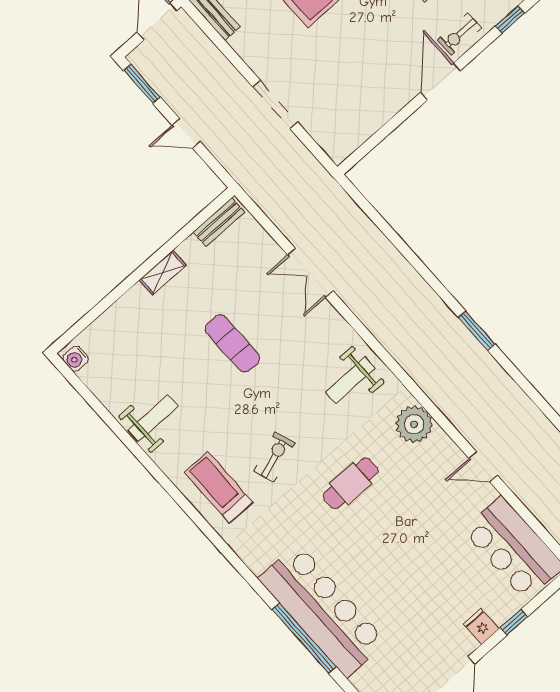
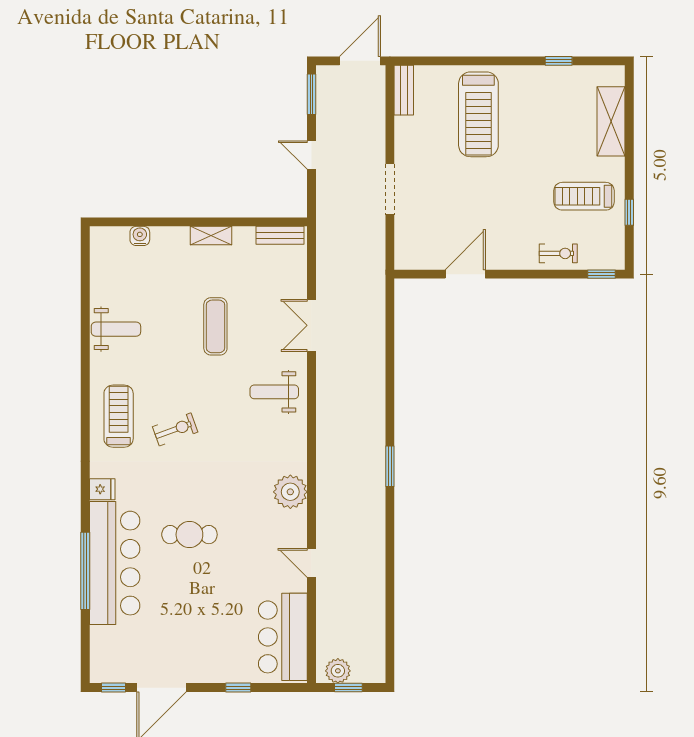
exercise bike: (460, 34) -> (558, 253), turned 180
door: (440, 82) -> (465, 274), moved
water cooler: (76, 359) -> (140, 236), moved, turned 90
weight bench: (350, 380) -> (274, 392), moved
cafe table: (351, 483) -> (189, 535), moved
fridge: (481, 626) -> (102, 489), moved, turned 90

